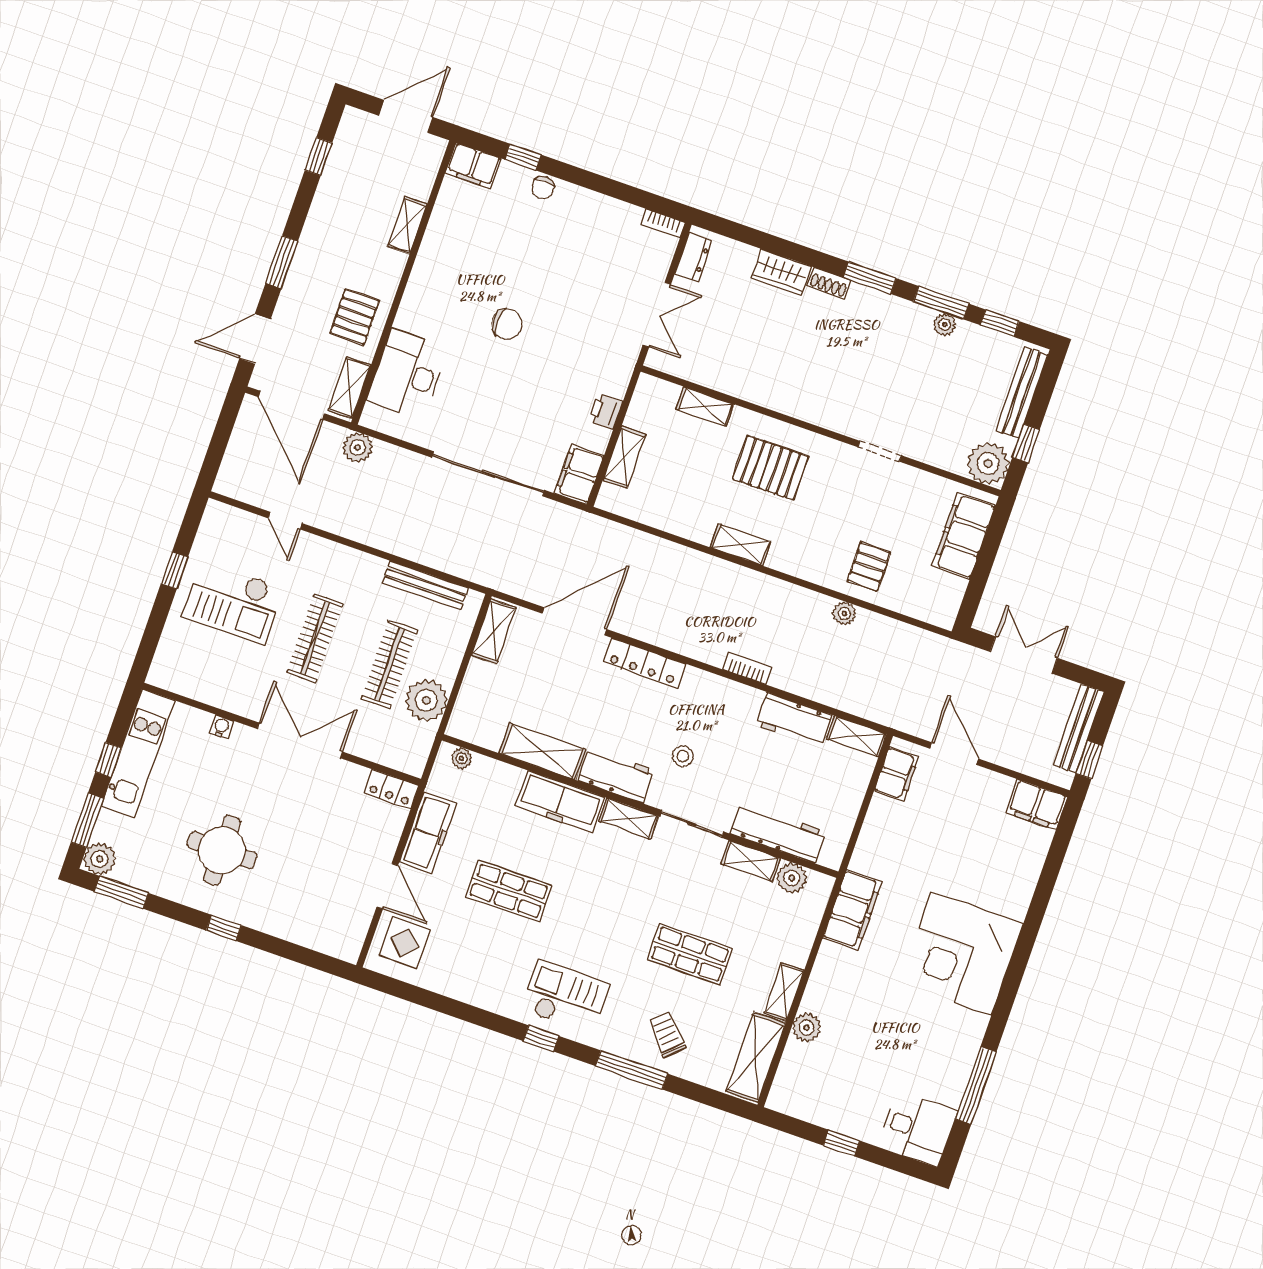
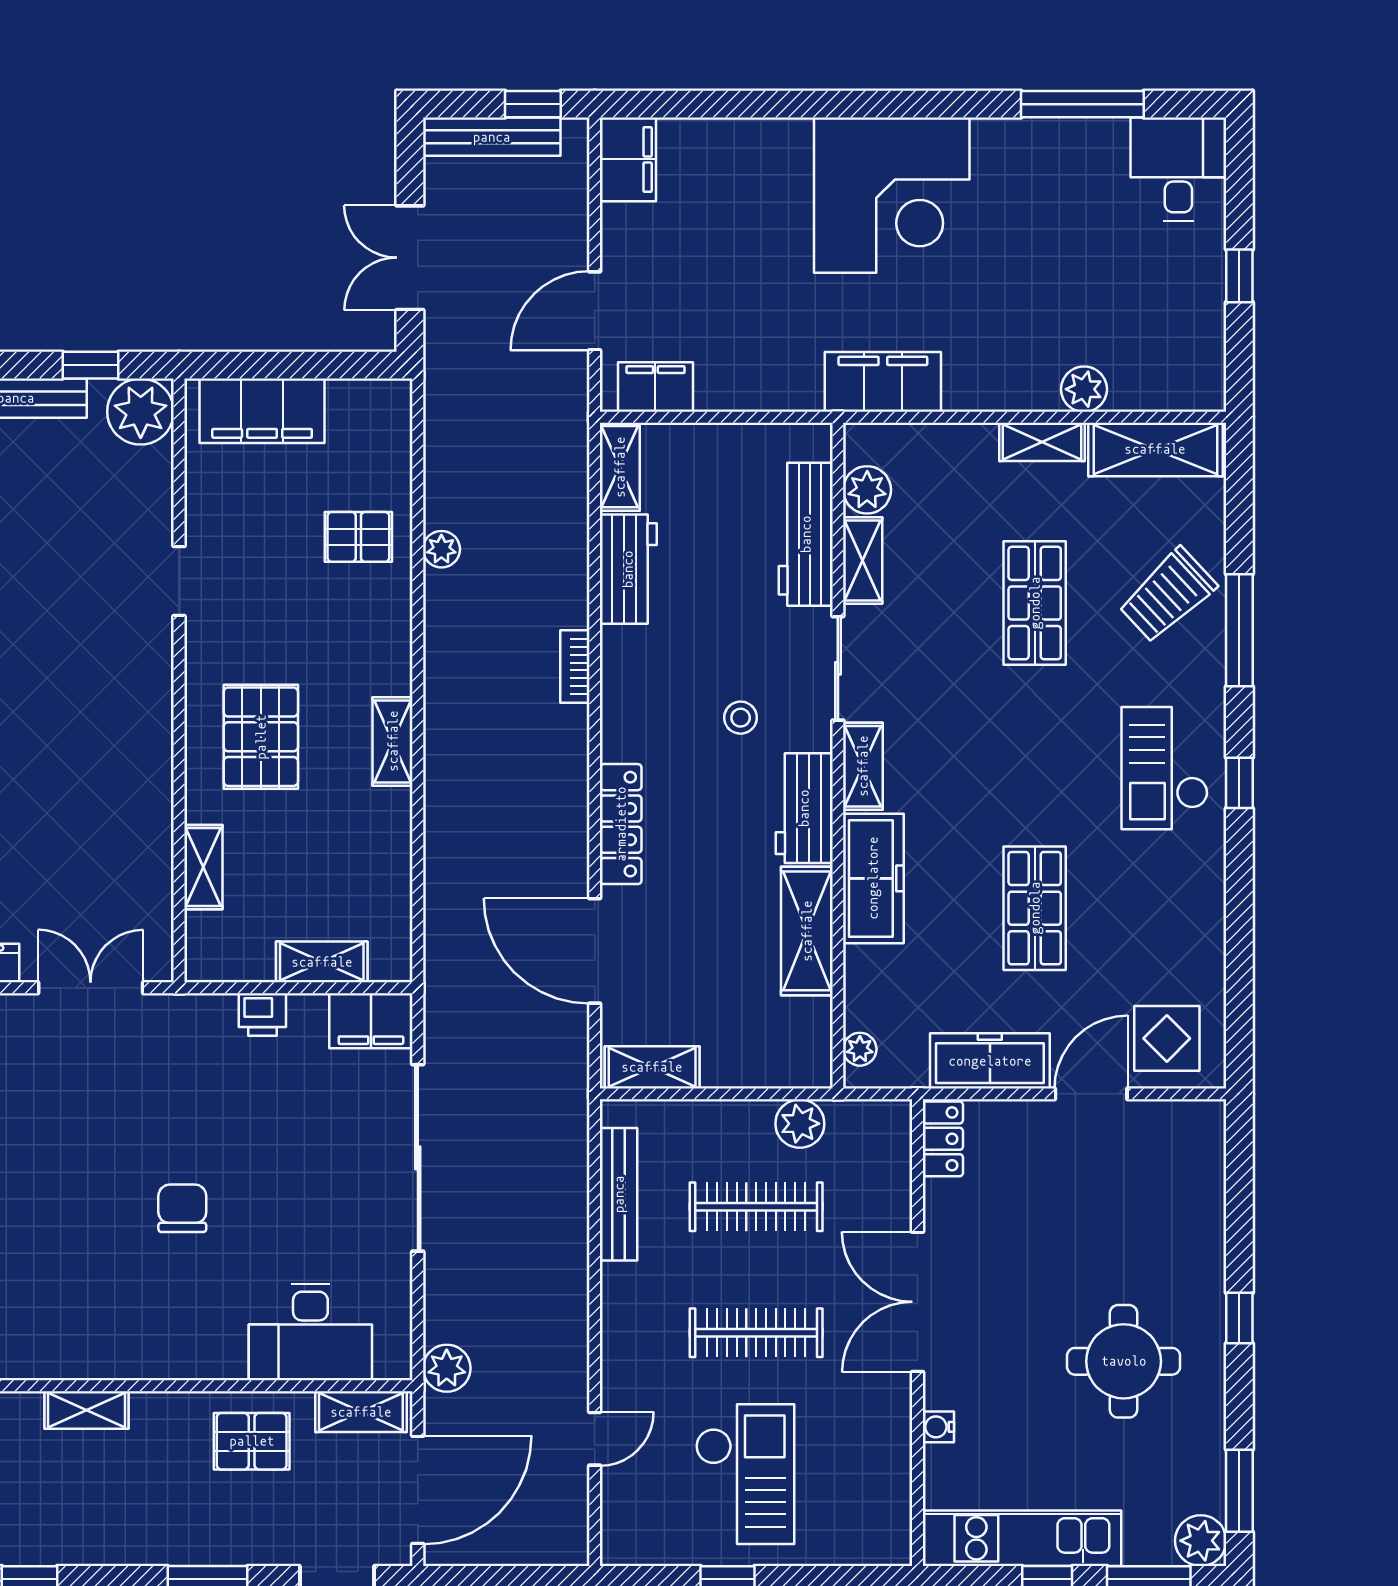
plant: (426, 700) -> (800, 1124), width x0.73, depth x0.73
trolley: (667, 1035) -> (1168, 595), width x1.36, depth x1.39

